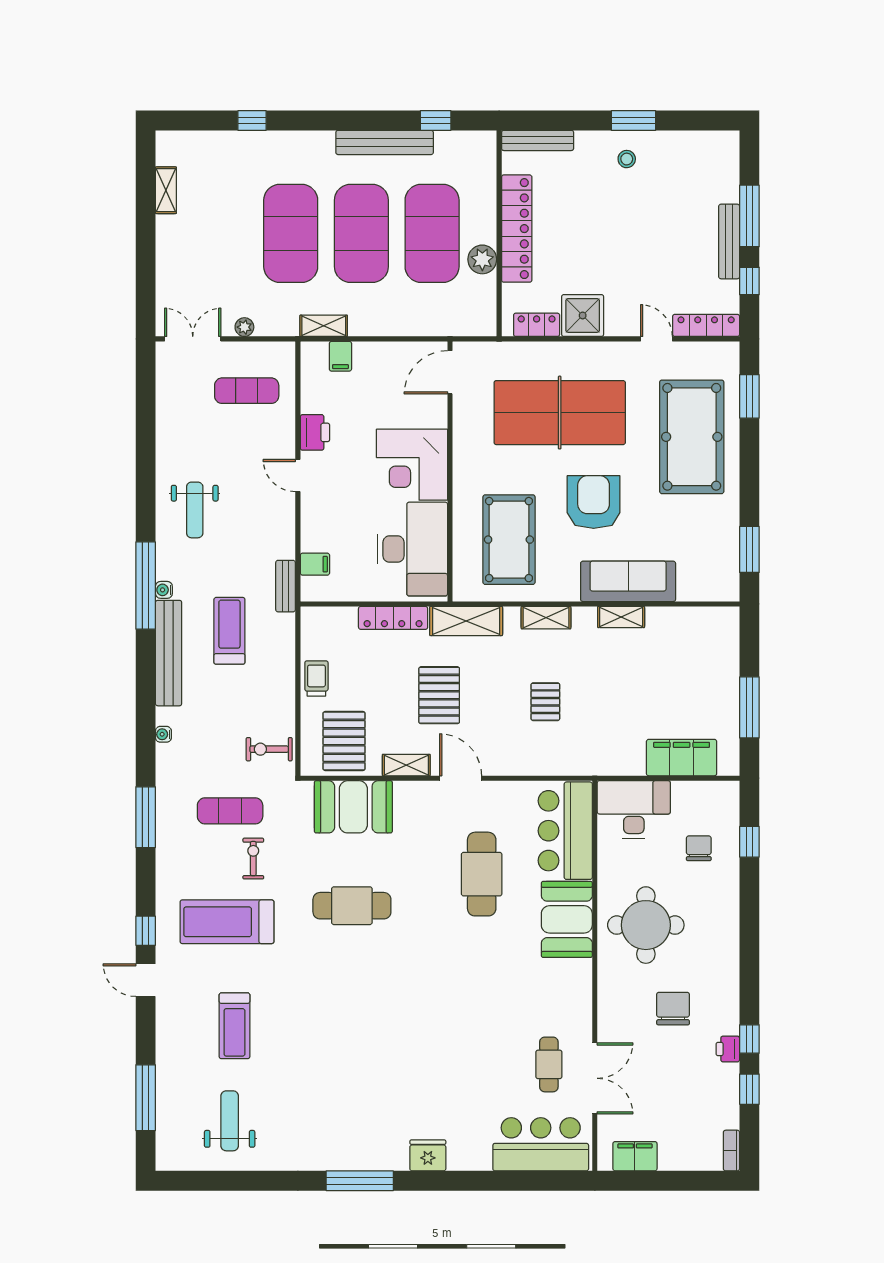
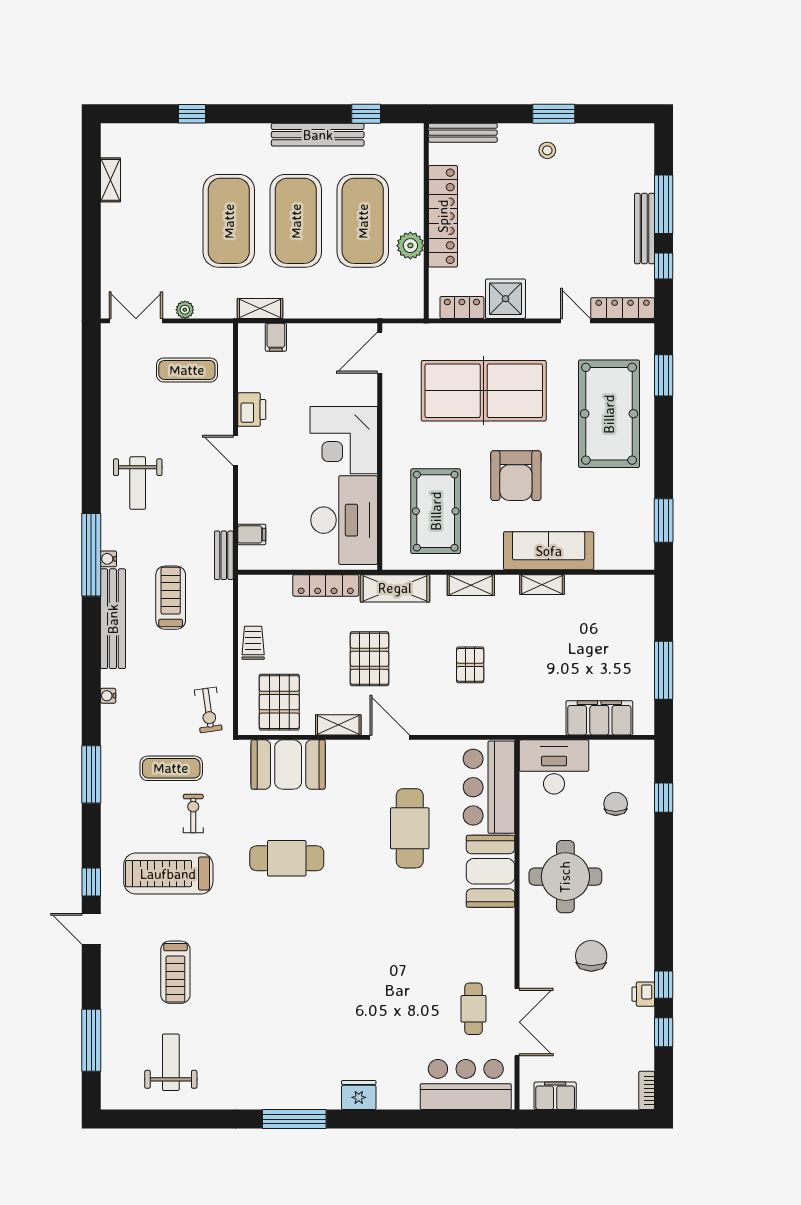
armchair: (594, 502) -> (516, 476), turned 180
exercise bike: (269, 749) -> (208, 710), turned -98

